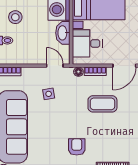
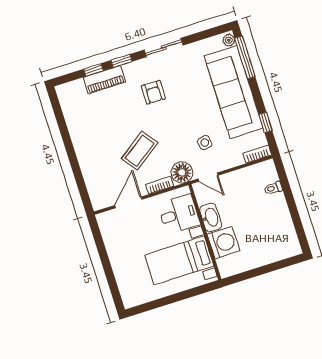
stool: (15, 17) -> (271, 218), removed
floor lamp: (78, 72) -> (182, 172), width x1.89, depth x1.89
coffee table: (102, 104) -> (140, 151), turned -36

